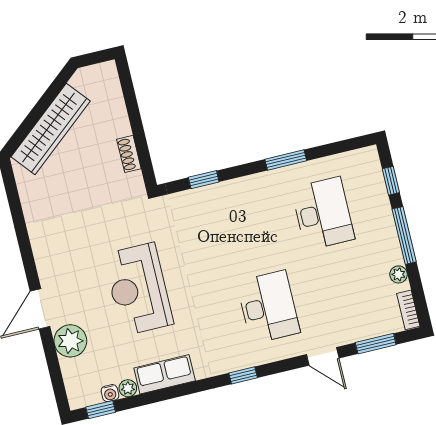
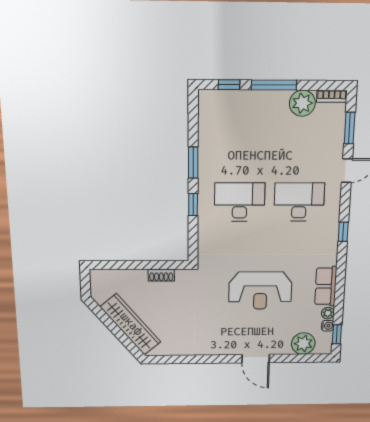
window: (204, 180) -> (193, 205), moved
desk: (323, 214) -> (240, 202), moved
plant: (399, 274) -> (302, 103), width x1.88, depth x1.88
plant: (70, 341) -> (303, 344), moved

